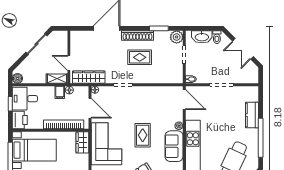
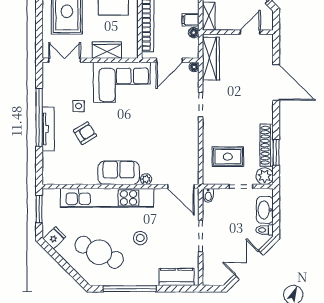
shoe rack: (137, 36) -> (267, 145), moved
rug: (140, 57) -> (228, 157), moved, turned 90
door: (69, 63) -> (250, 32), moved
door: (184, 100) -> (181, 186), hinge flipped
kitchen counter: (252, 115) -> (177, 277), moved
stool: (223, 130) -> (140, 238), added
rug: (143, 135) -> (133, 131), removed
wardrobe: (82, 142) -> (107, 50), moved

